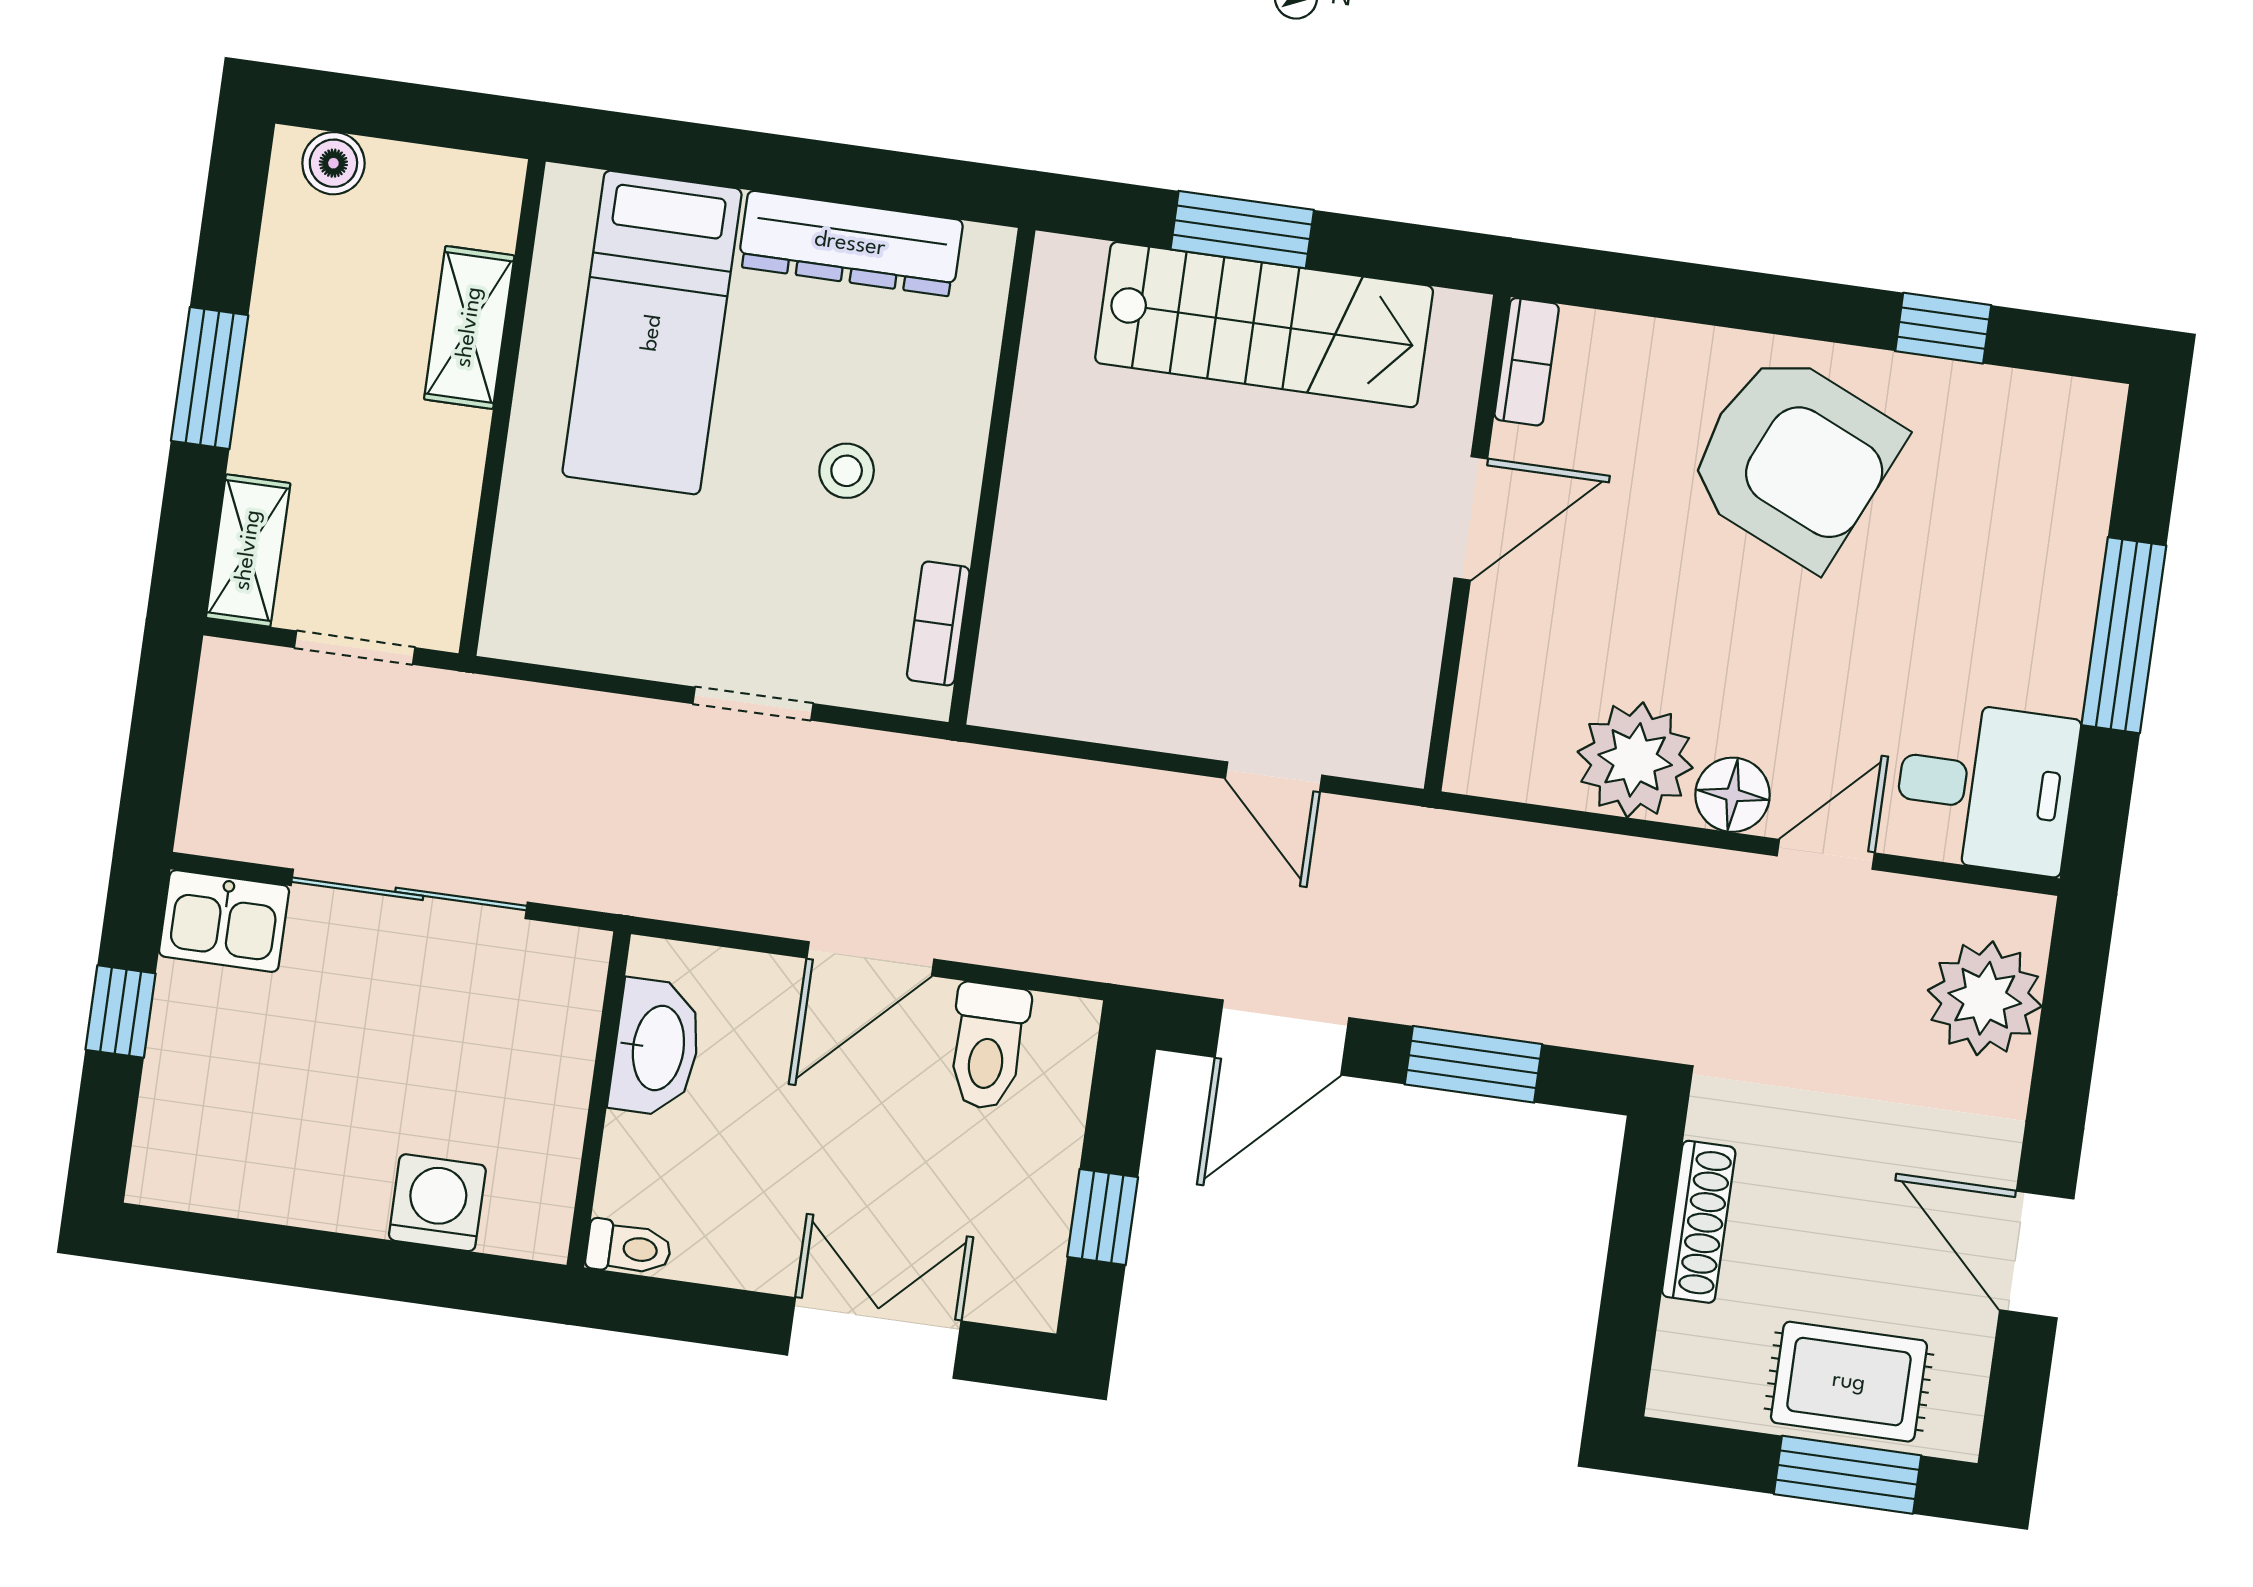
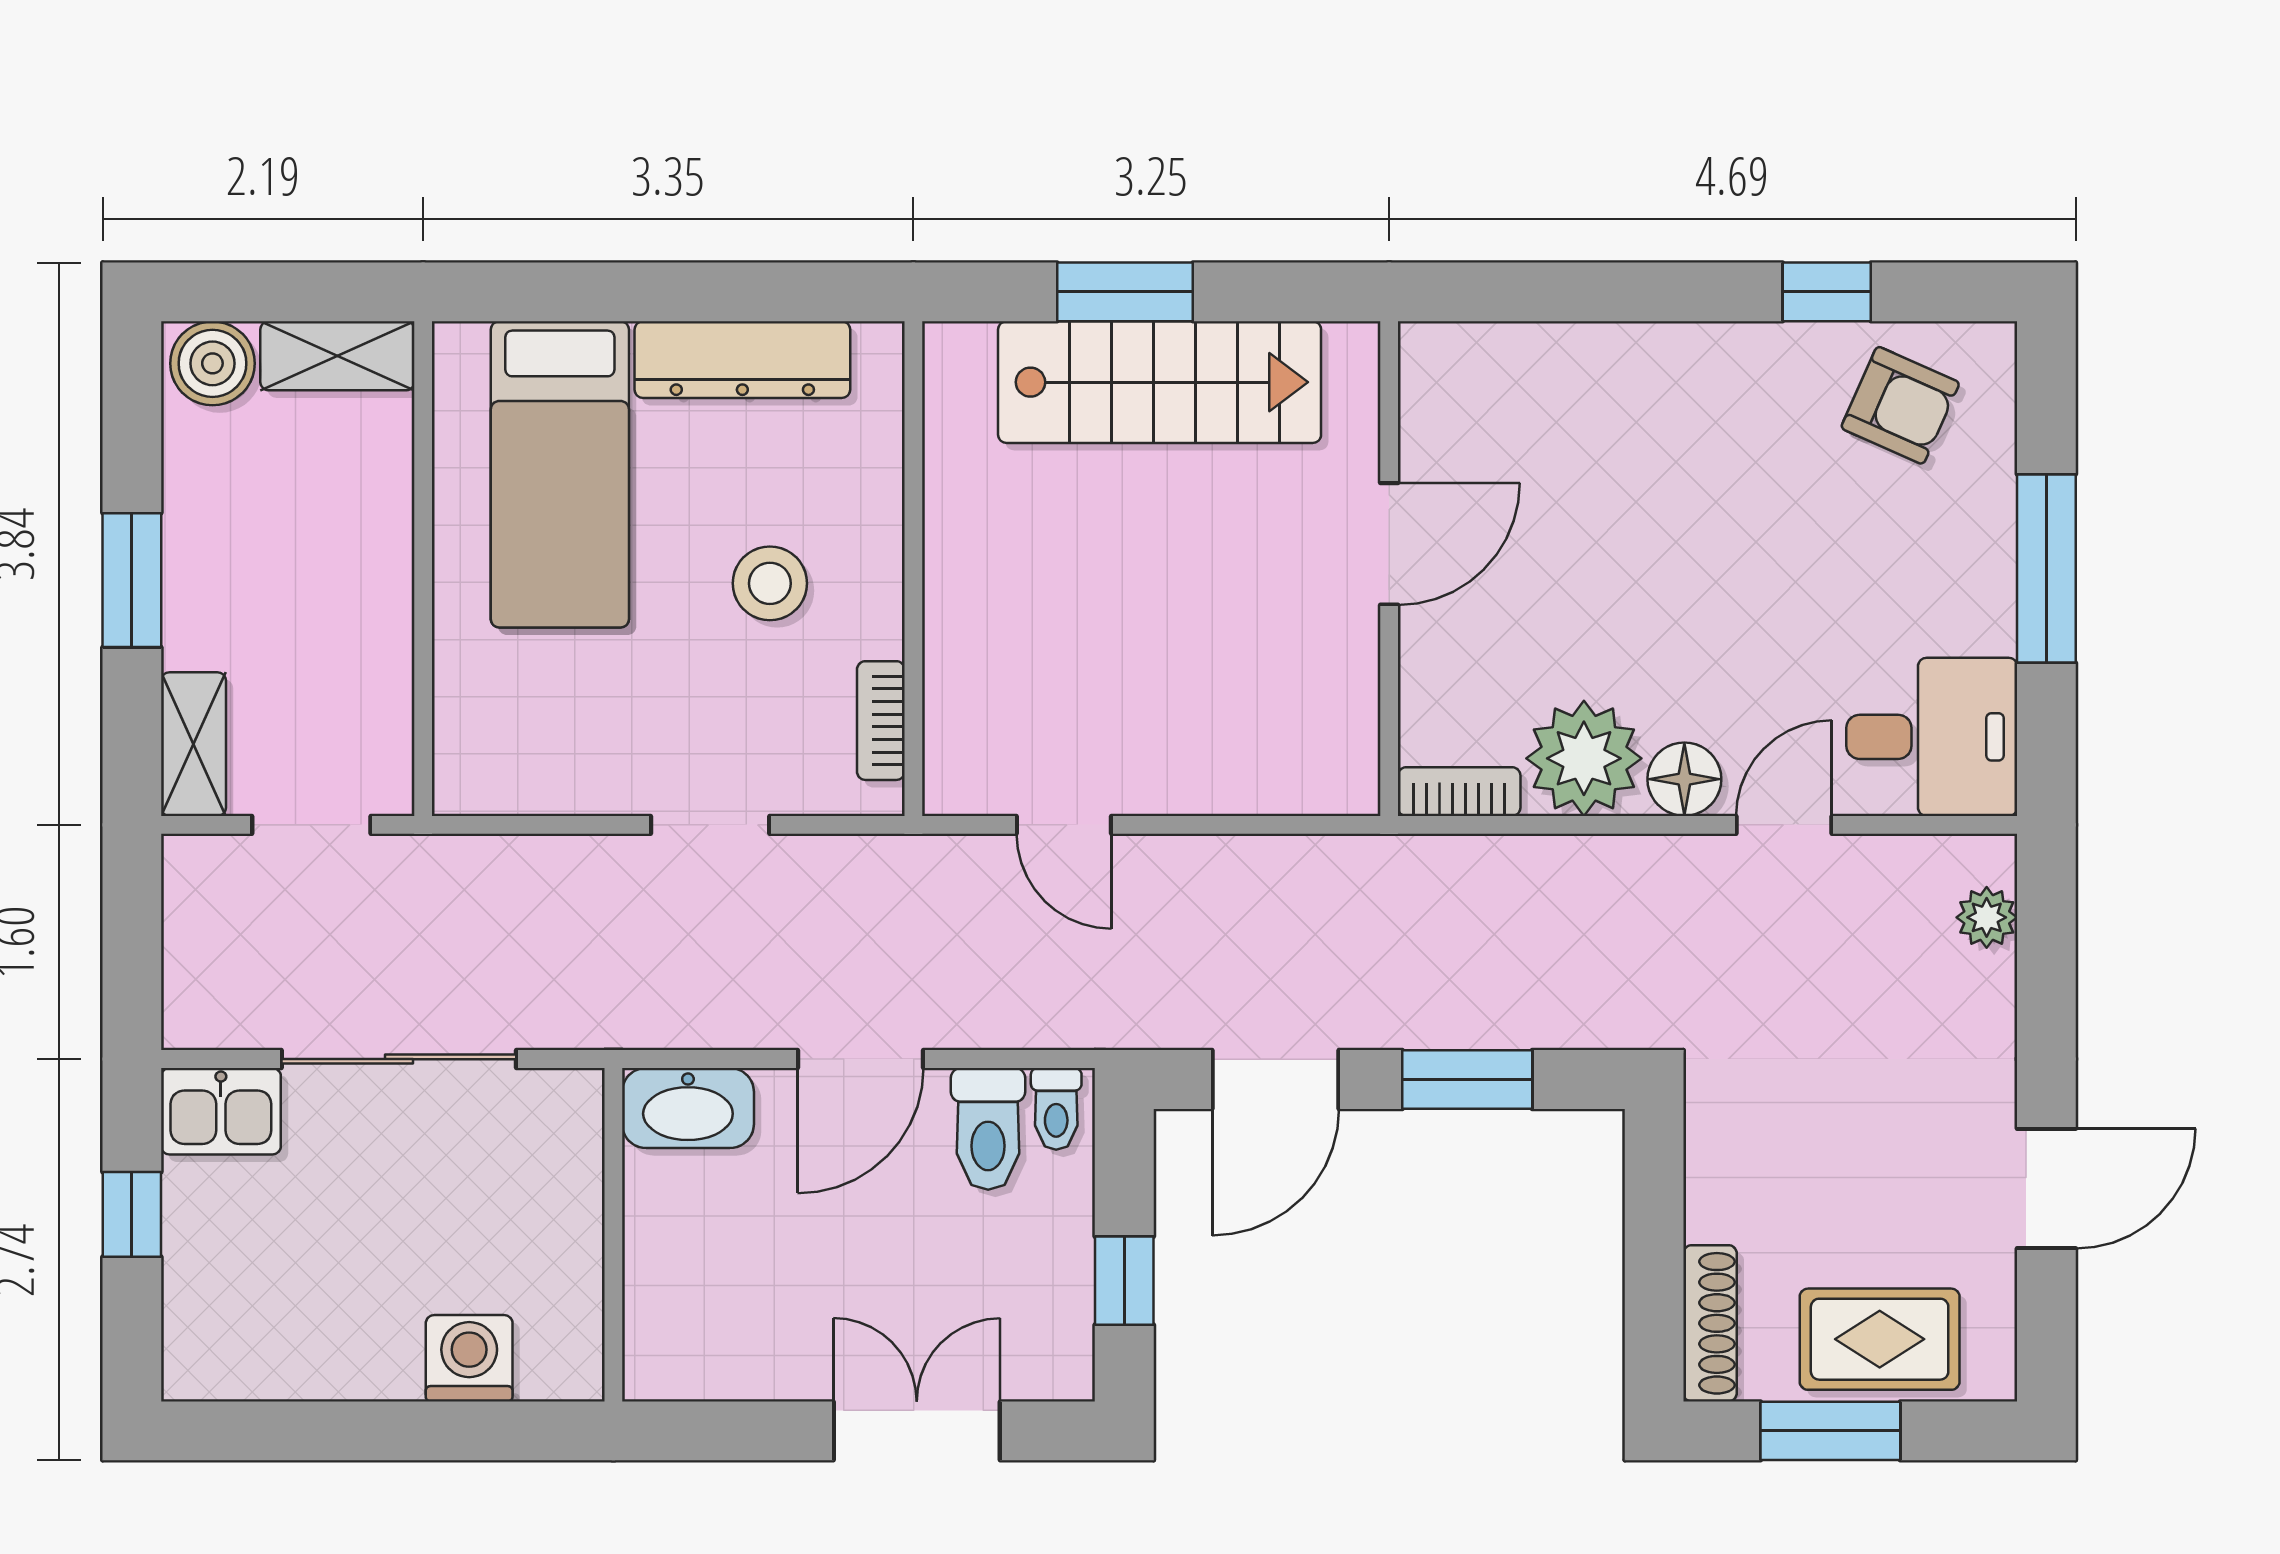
boiler: (333, 163) -> (212, 363), width x1.36, depth x1.36
shelving: (469, 327) -> (337, 356), moved, turned 90
bookcase: (1527, 362) -> (1459, 792), moved, turned -90
armchair: (1794, 459) -> (1900, 405), moved, width x0.53, depth x0.53
stool: (847, 471) -> (770, 583), width x1.37, depth x1.37
door: (1274, 777) -> (1064, 825), moved
plant: (1985, 998) -> (1987, 917), width x0.53, depth x0.53
washbasin: (656, 1048) -> (688, 1108), moved, turned 90
shoe rack: (1699, 1222) -> (1710, 1323), moved
toilet: (629, 1248) -> (1056, 1109), moved, turned 90
door: (2037, 1254) -> (2046, 1188), swing flipped
window: (1847, 1475) -> (1830, 1431), moved

